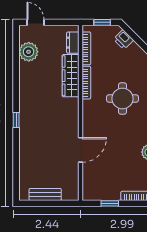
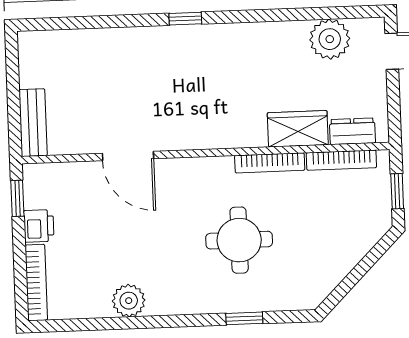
printer: (123, 40) -> (39, 226), moved, turned 135
wardrobe: (71, 76) -> (298, 129), width x0.67
bench: (45, 194) -> (33, 123), moved
window: (110, 203) -> (17, 198), moved

